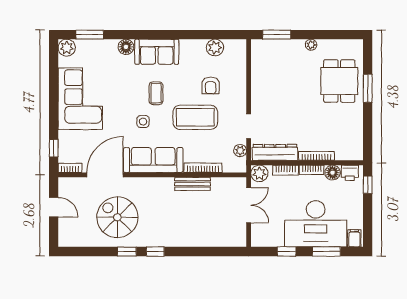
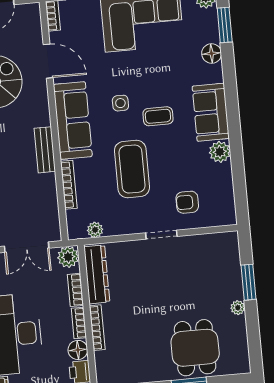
window: (277, 35) -> (249, 282), moved
floor lamp: (126, 47) -> (212, 53), moved
plant: (215, 48) -> (220, 152), moved
dining table: (339, 81) -> (195, 348), turned 90
armchair: (211, 85) -> (187, 202), moved
doorway: (249, 126) -> (161, 235), moved
door: (105, 175) -> (48, 61), width x0.73
bench: (193, 184) -> (45, 150), moved

